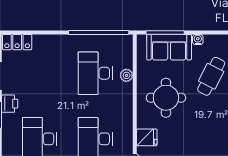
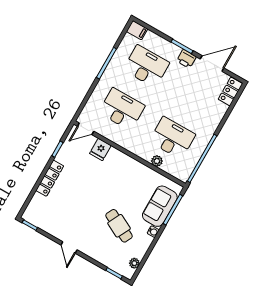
round table: (166, 98) -> (122, 182), removed

